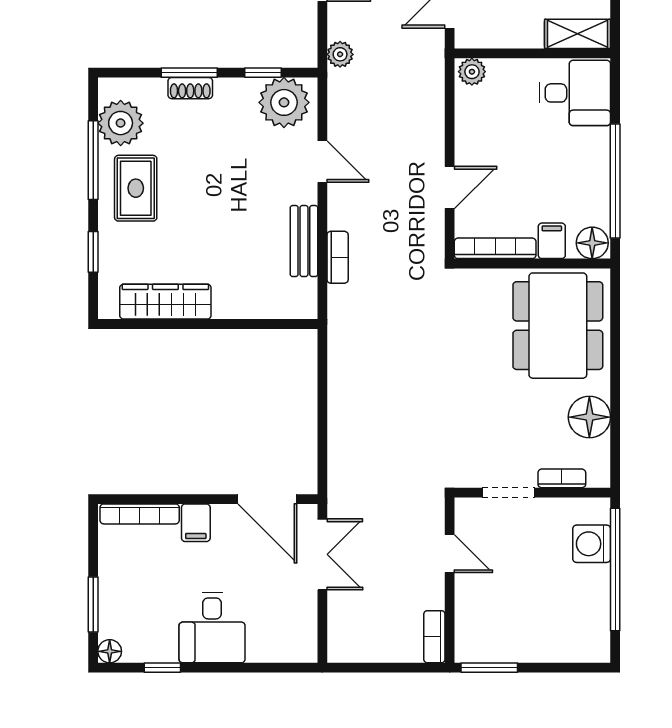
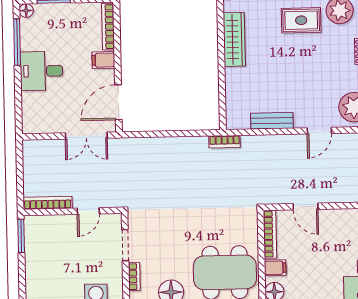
bookcase: (338, 257) -> (225, 142), moved
bookcase: (434, 637) -> (48, 203), width x1.56
window: (162, 668) -> (17, 42), width x2.17

